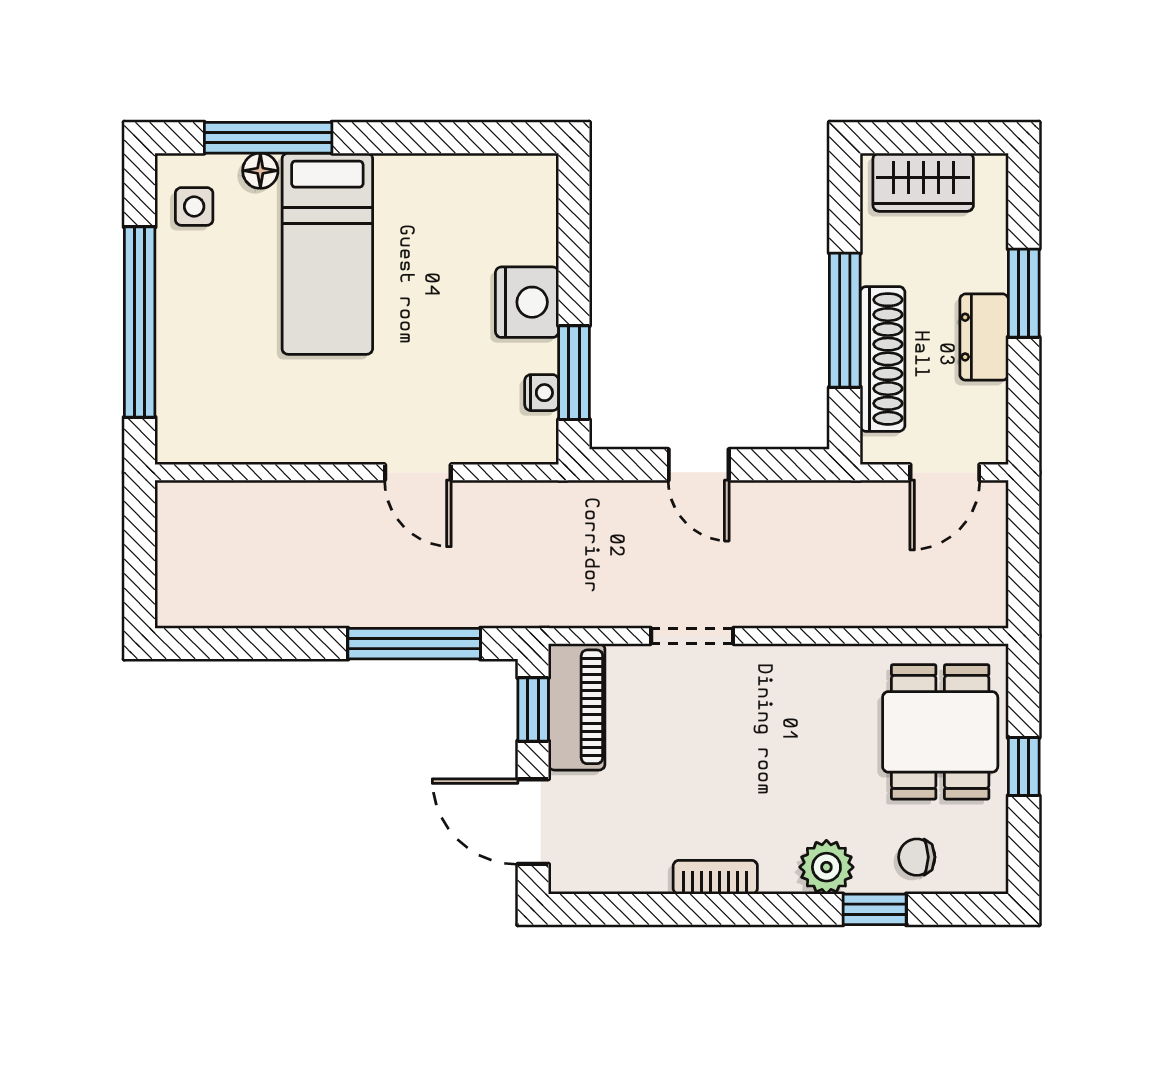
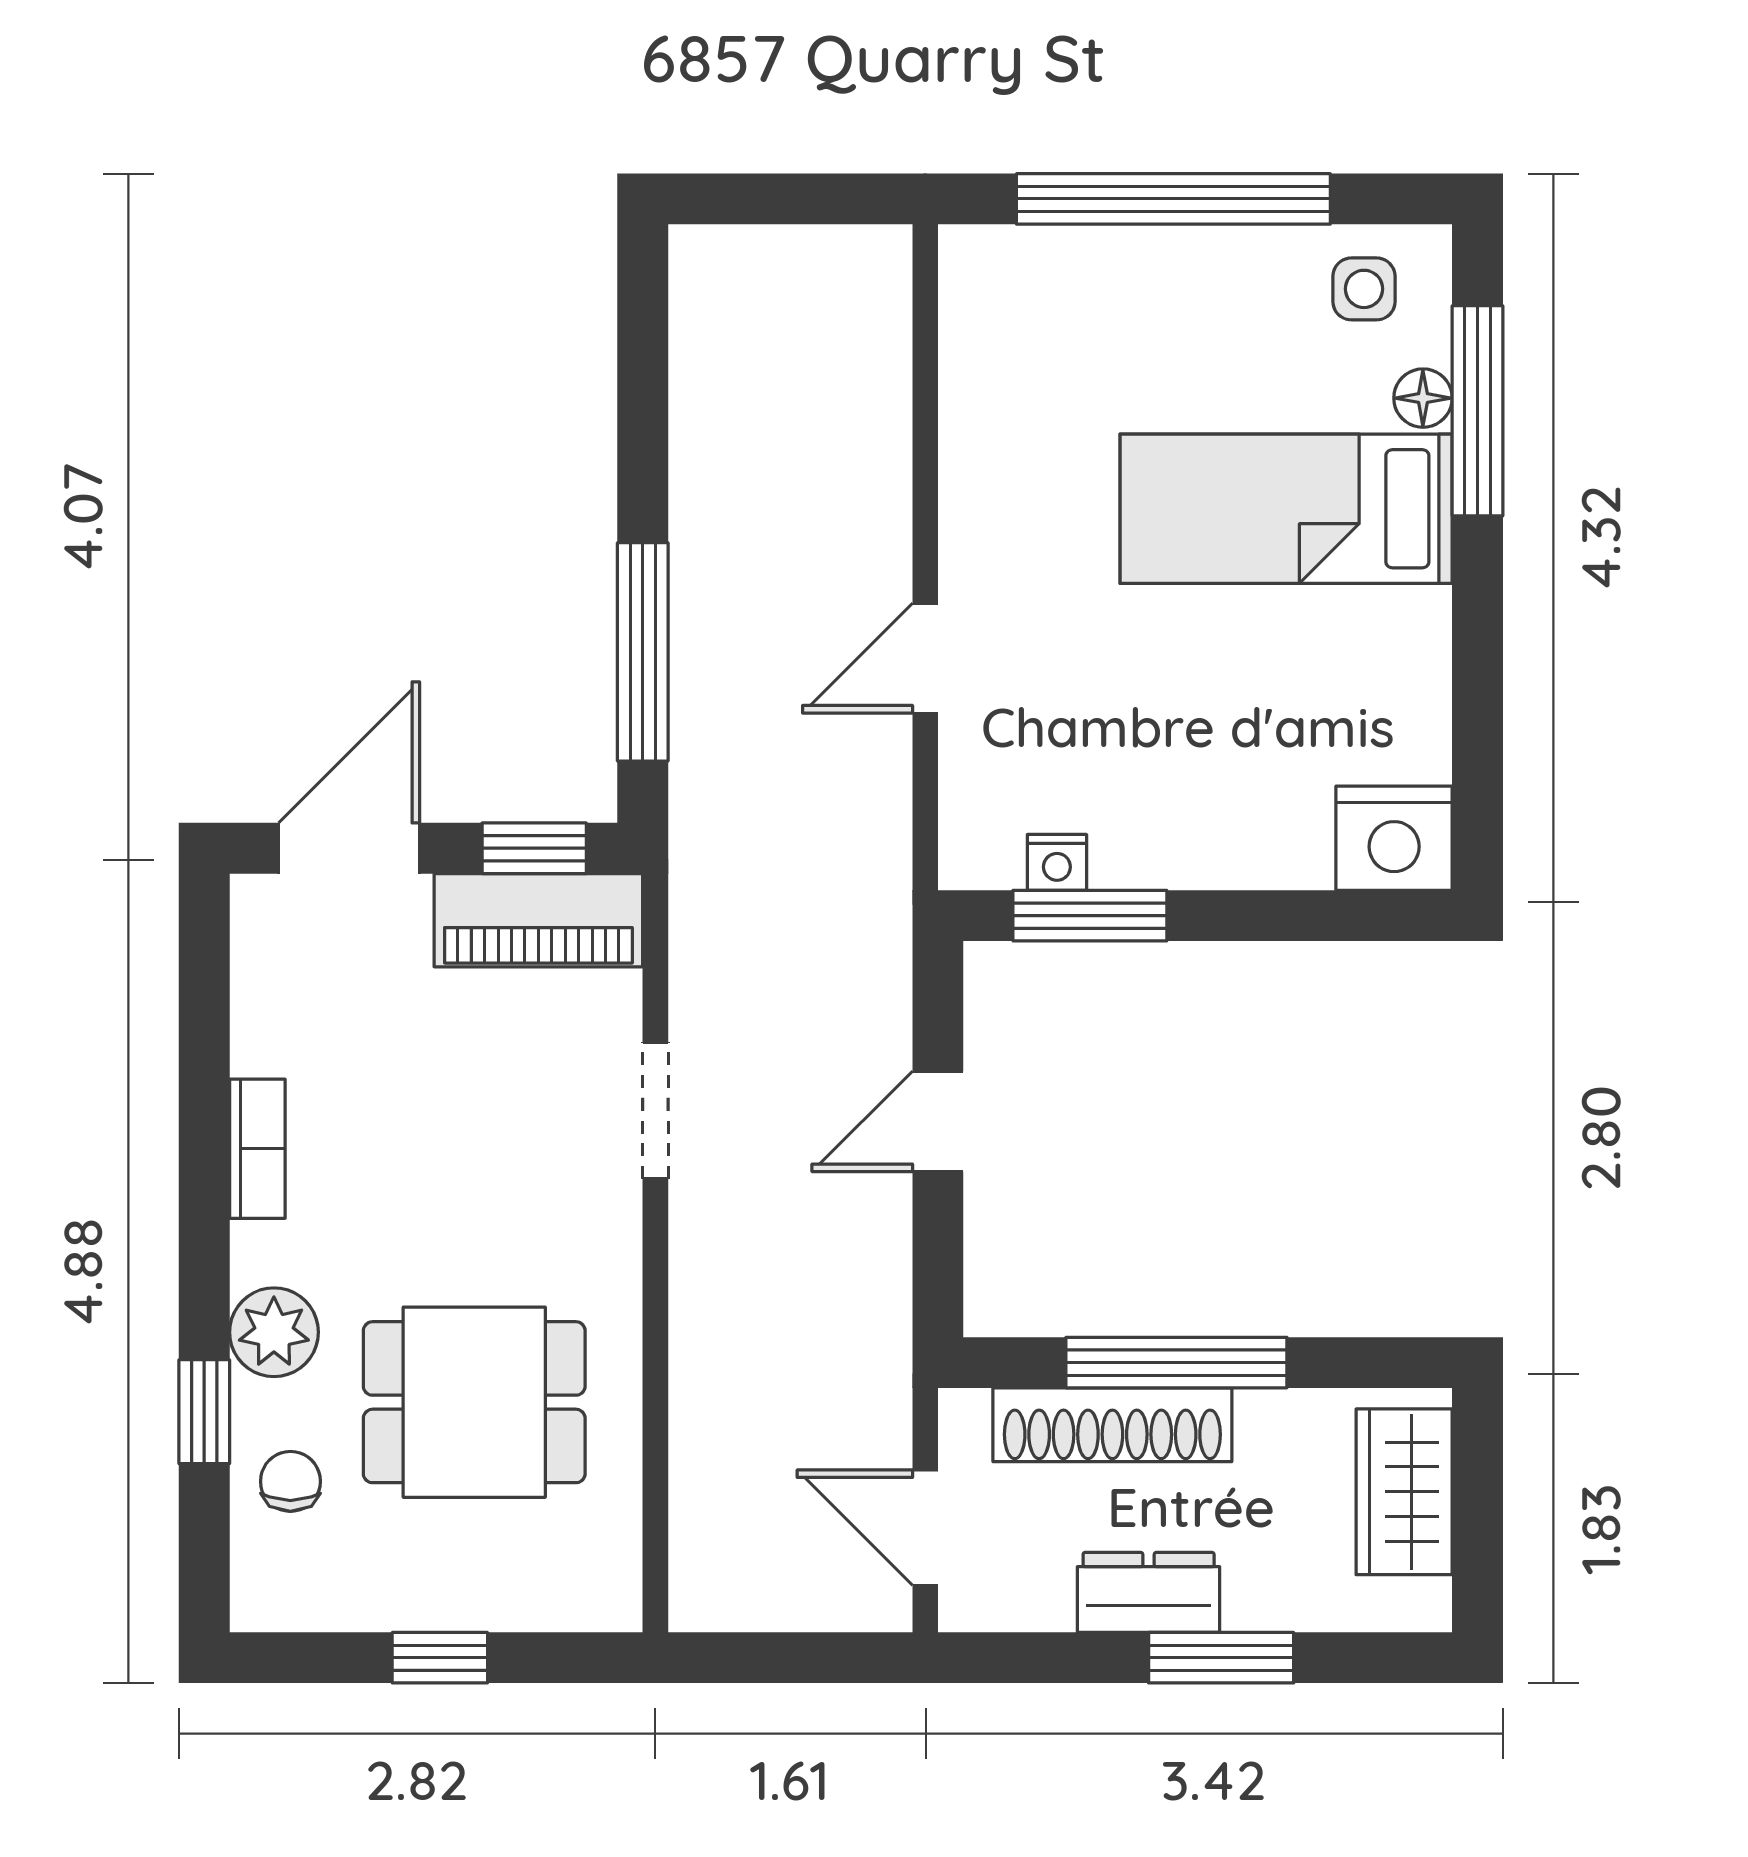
nightstand: (527, 302) -> (1394, 838), moved
dining table: (940, 732) -> (474, 1402), moved

